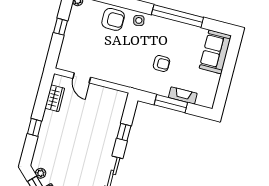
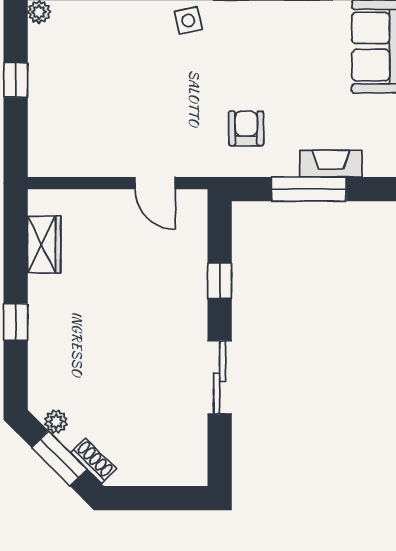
armchair: (113, 19) -> (130, 33), removed
armchair: (161, 63) -> (246, 128), moved, turned -90
door: (82, 78) -> (155, 183), moved

